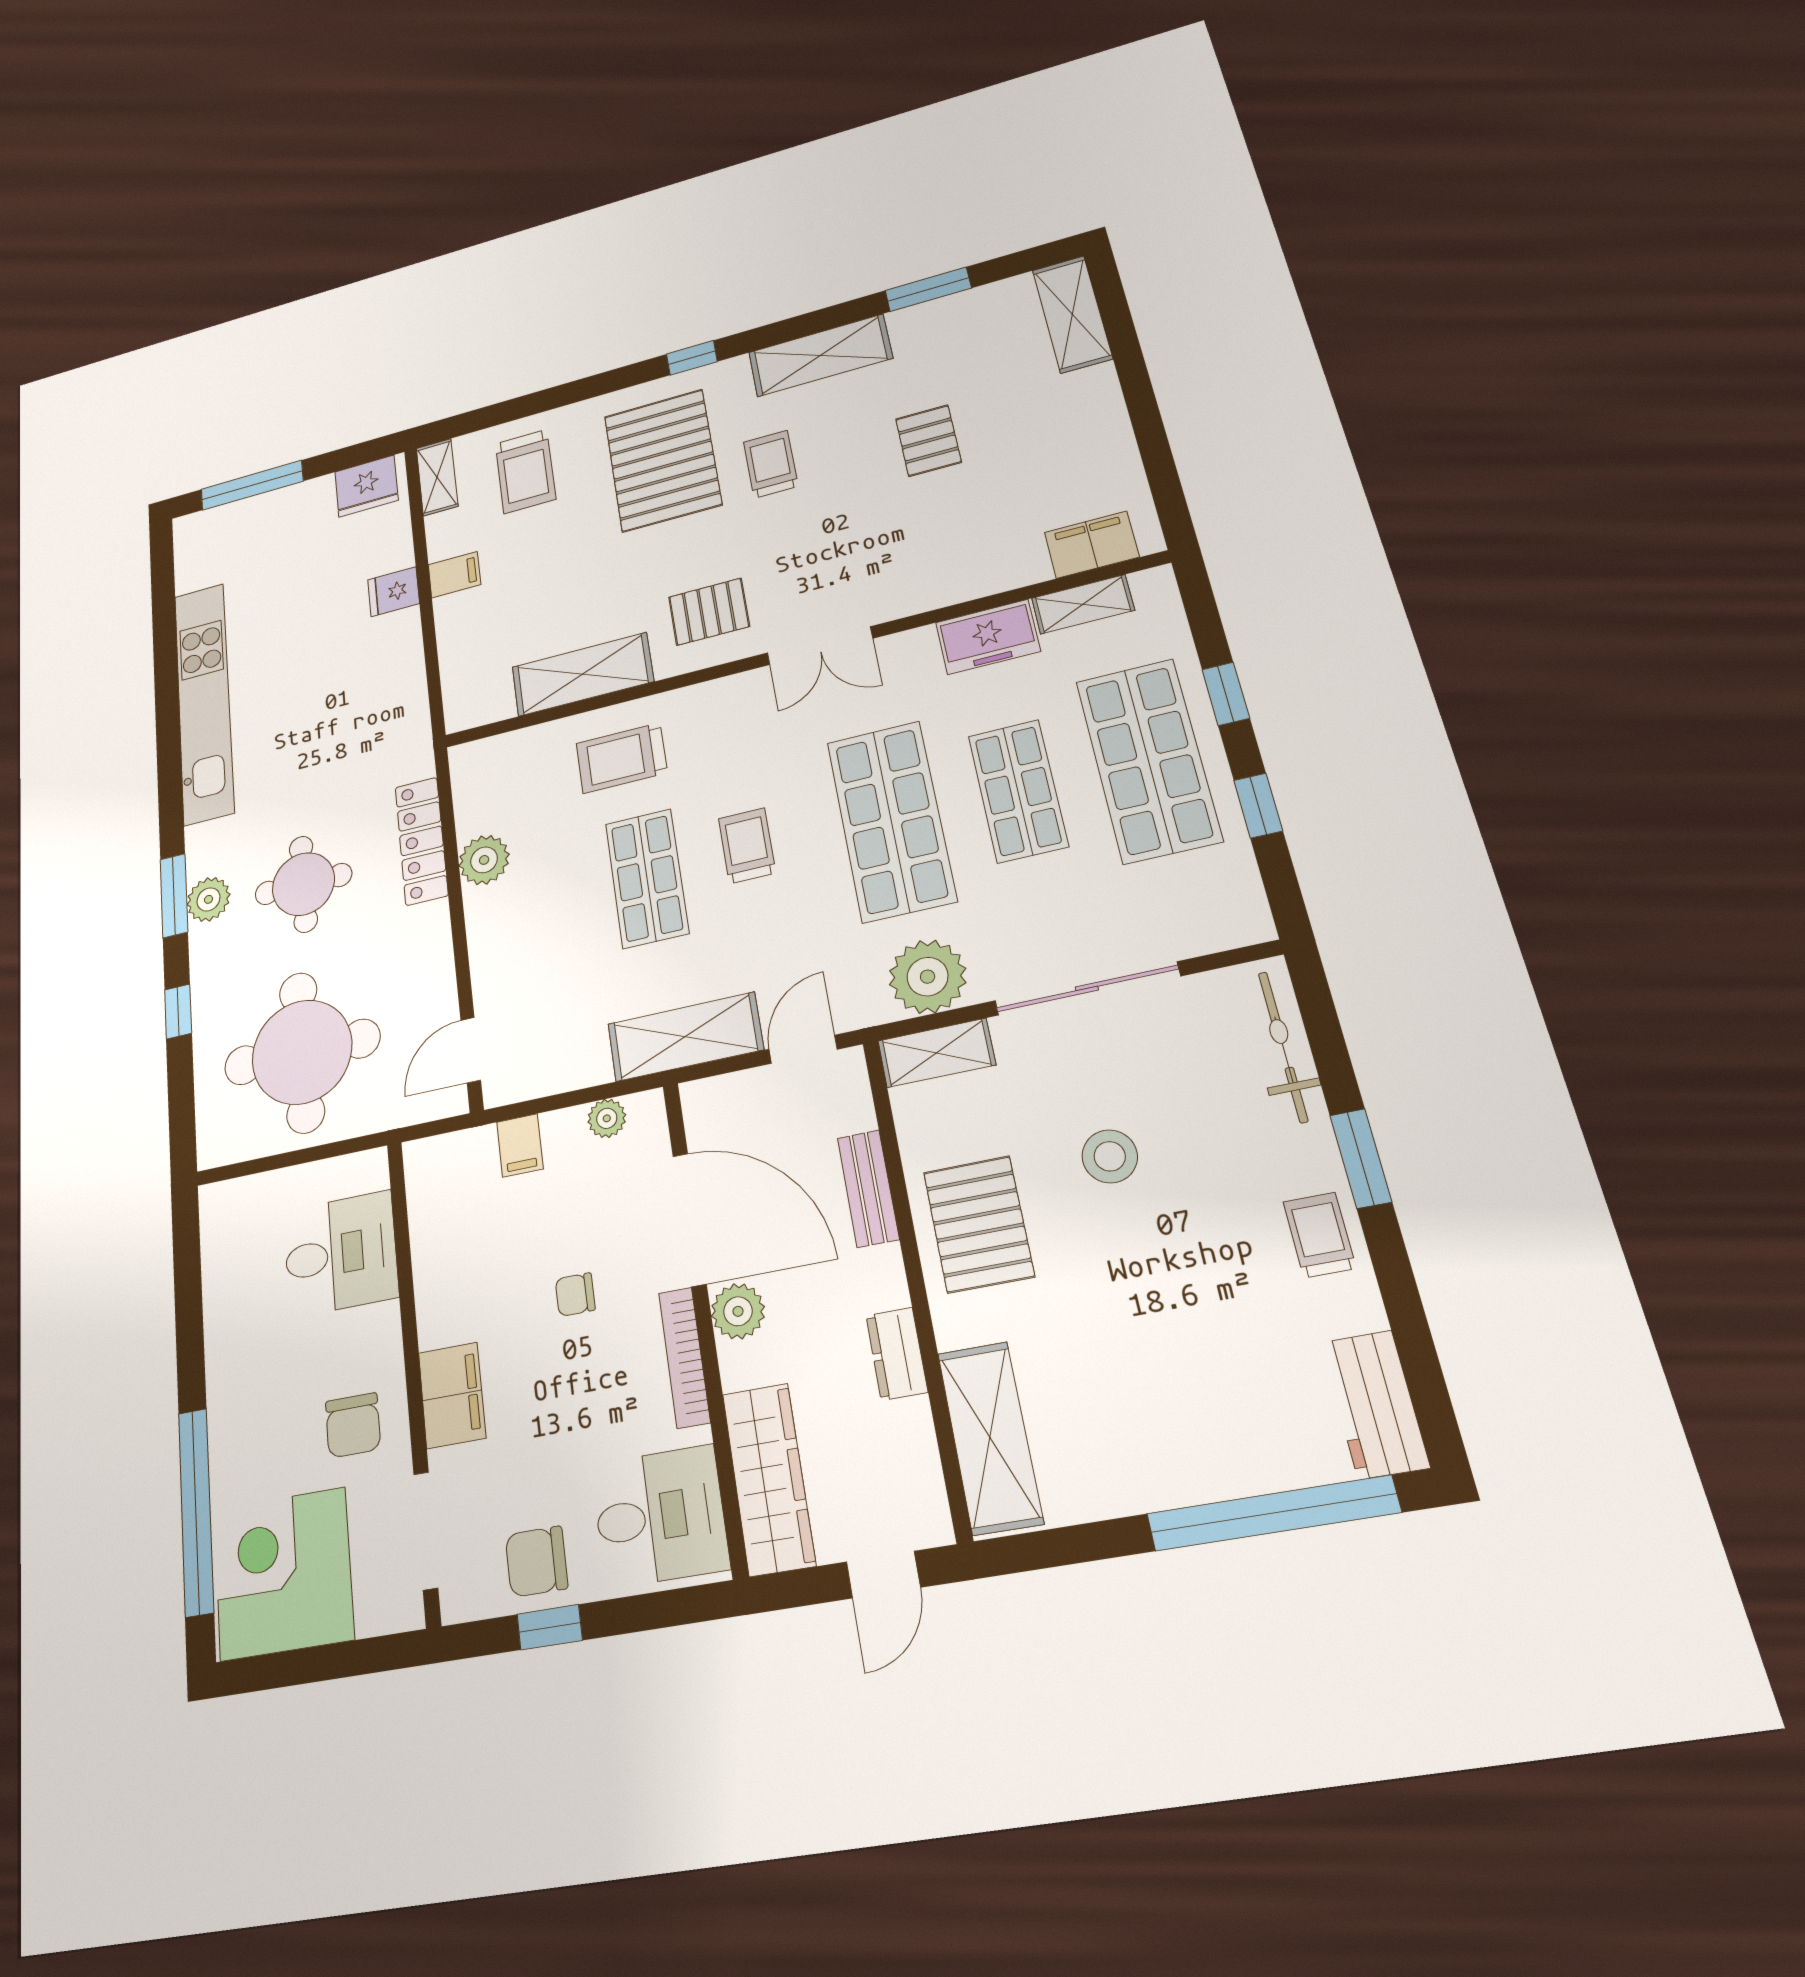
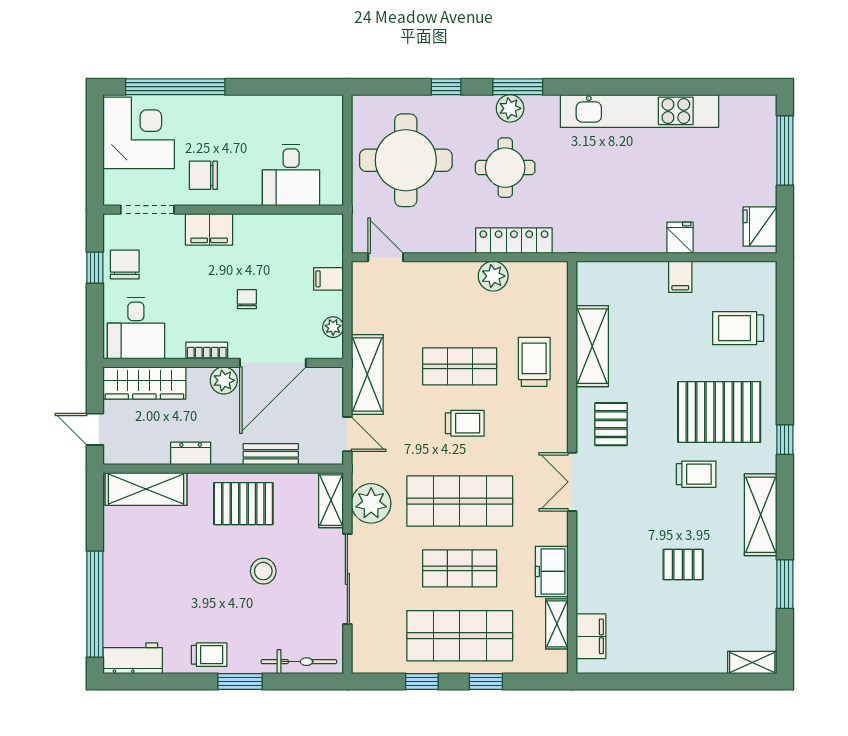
shelving: (1072, 314) -> (752, 663), width x0.67, depth x0.75
shelving: (437, 477) -> (752, 272), removed
bookcase: (684, 1357) -> (207, 351), width x0.64

